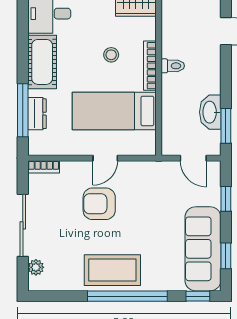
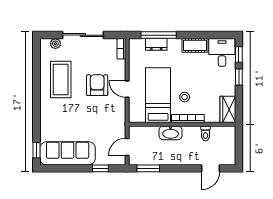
stool: (111, 55) -> (185, 97), moved
cot: (42, 62) -> (195, 45), width x0.73, depth x0.75
toilet: (173, 66) -> (206, 133), moved
washbasin: (210, 112) -> (171, 133), moved, turned 180
window: (226, 256) -> (63, 168), removed
coffee table: (112, 270) -> (61, 79), moved
window: (127, 296) -> (37, 104), removed

